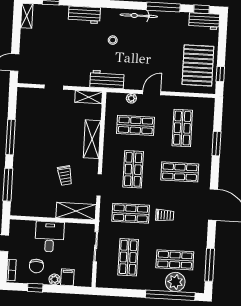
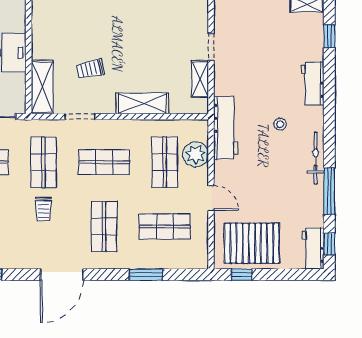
workbench: (107, 79) -> (226, 128), width x1.37
door: (152, 93) -> (211, 198), moved
shelving: (89, 97) -> (200, 79), moved
plant: (131, 98) -> (196, 154), width x1.88, depth x1.88

